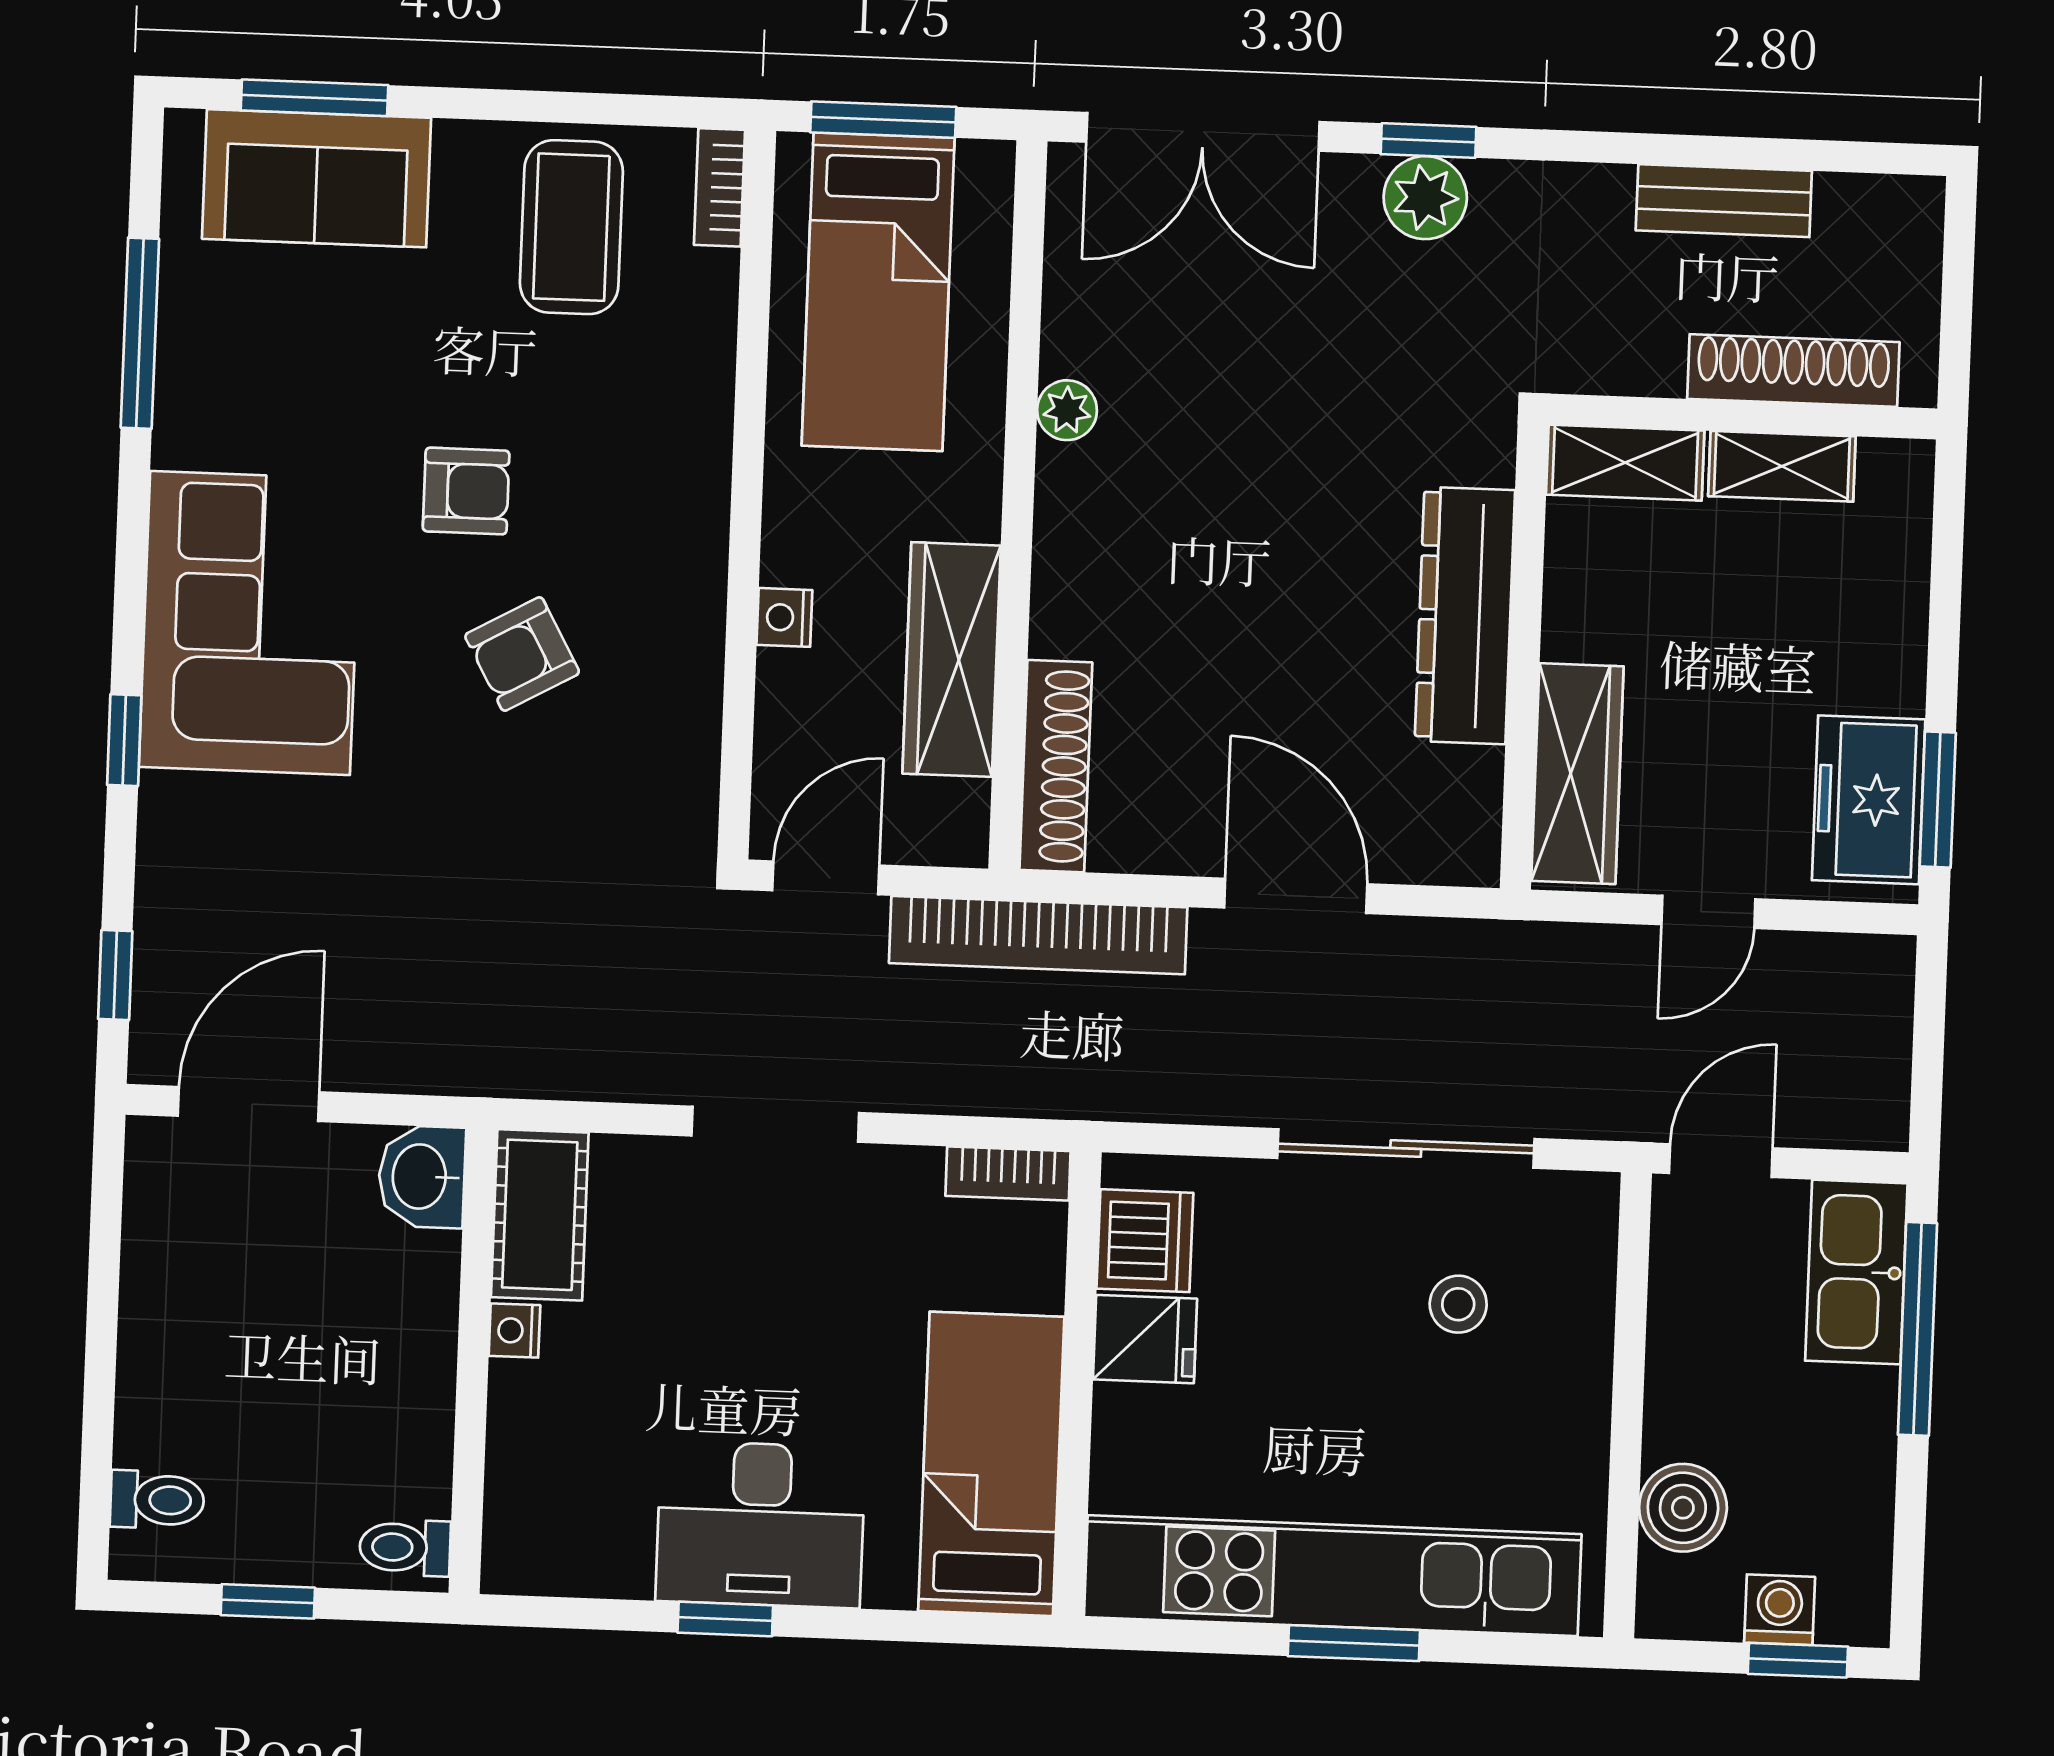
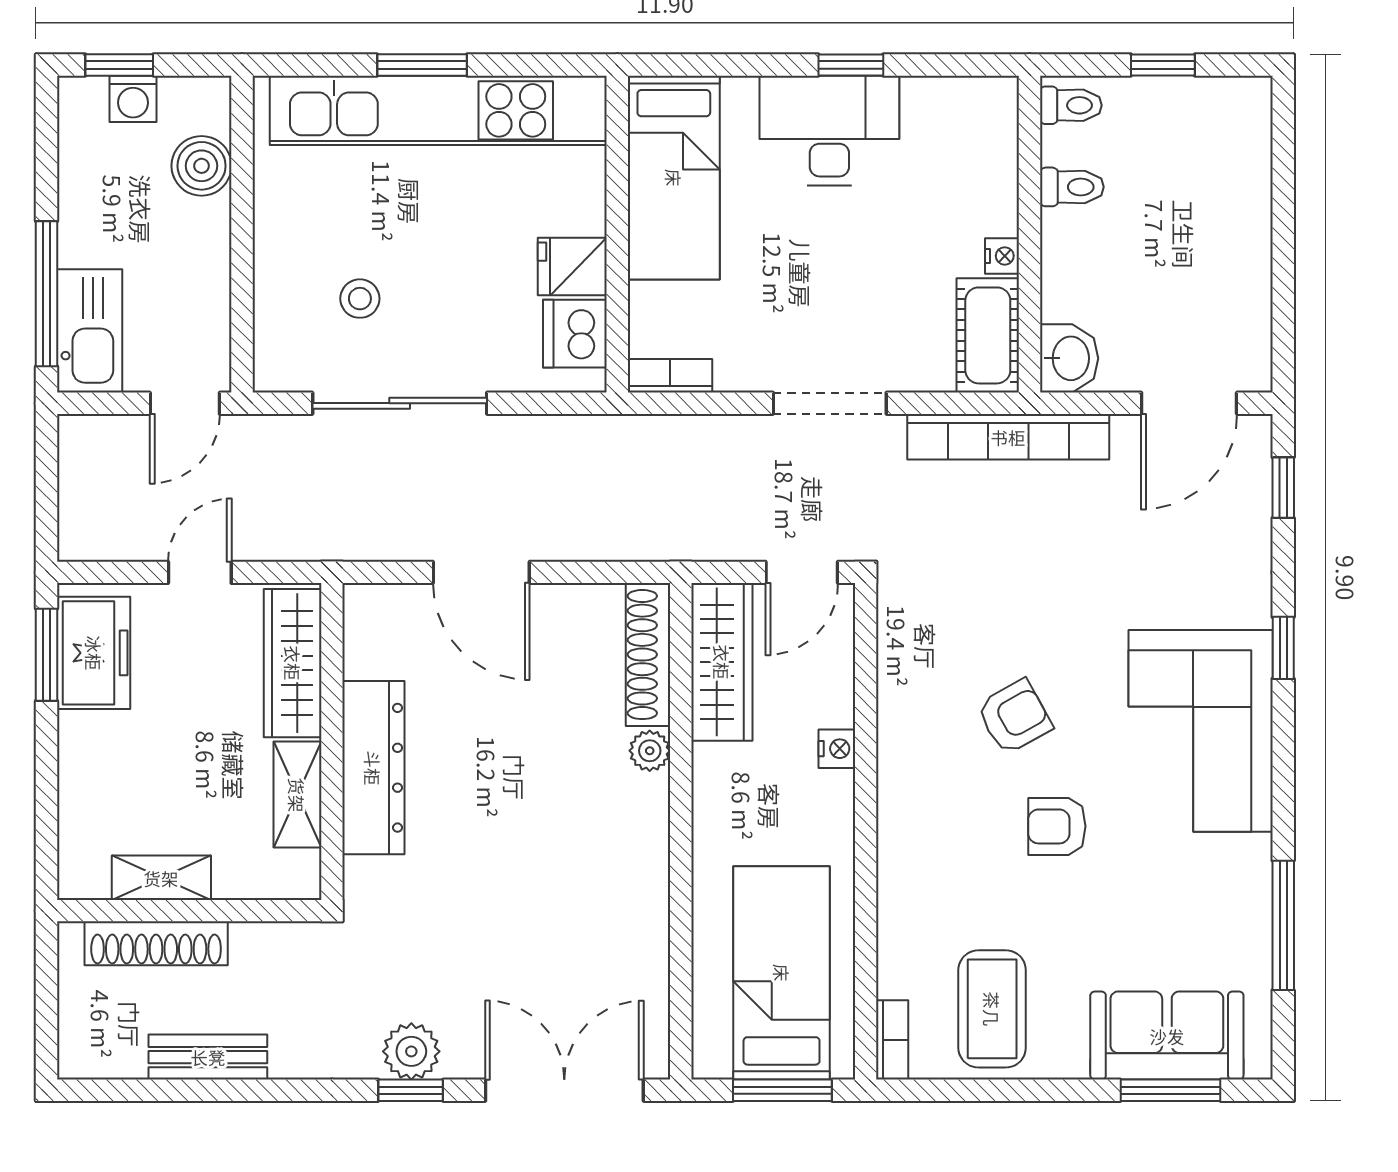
plant: (1067, 410) -> (650, 751), moved
shelving: (1625, 463) -> (297, 795), moved, turned 90
wardrobe: (952, 660) -> (722, 662), moved
bookcase: (1038, 935) -> (1008, 437), moved, turned 180
toilet: (157, 1500) -> (1072, 187), moved, turned 180

